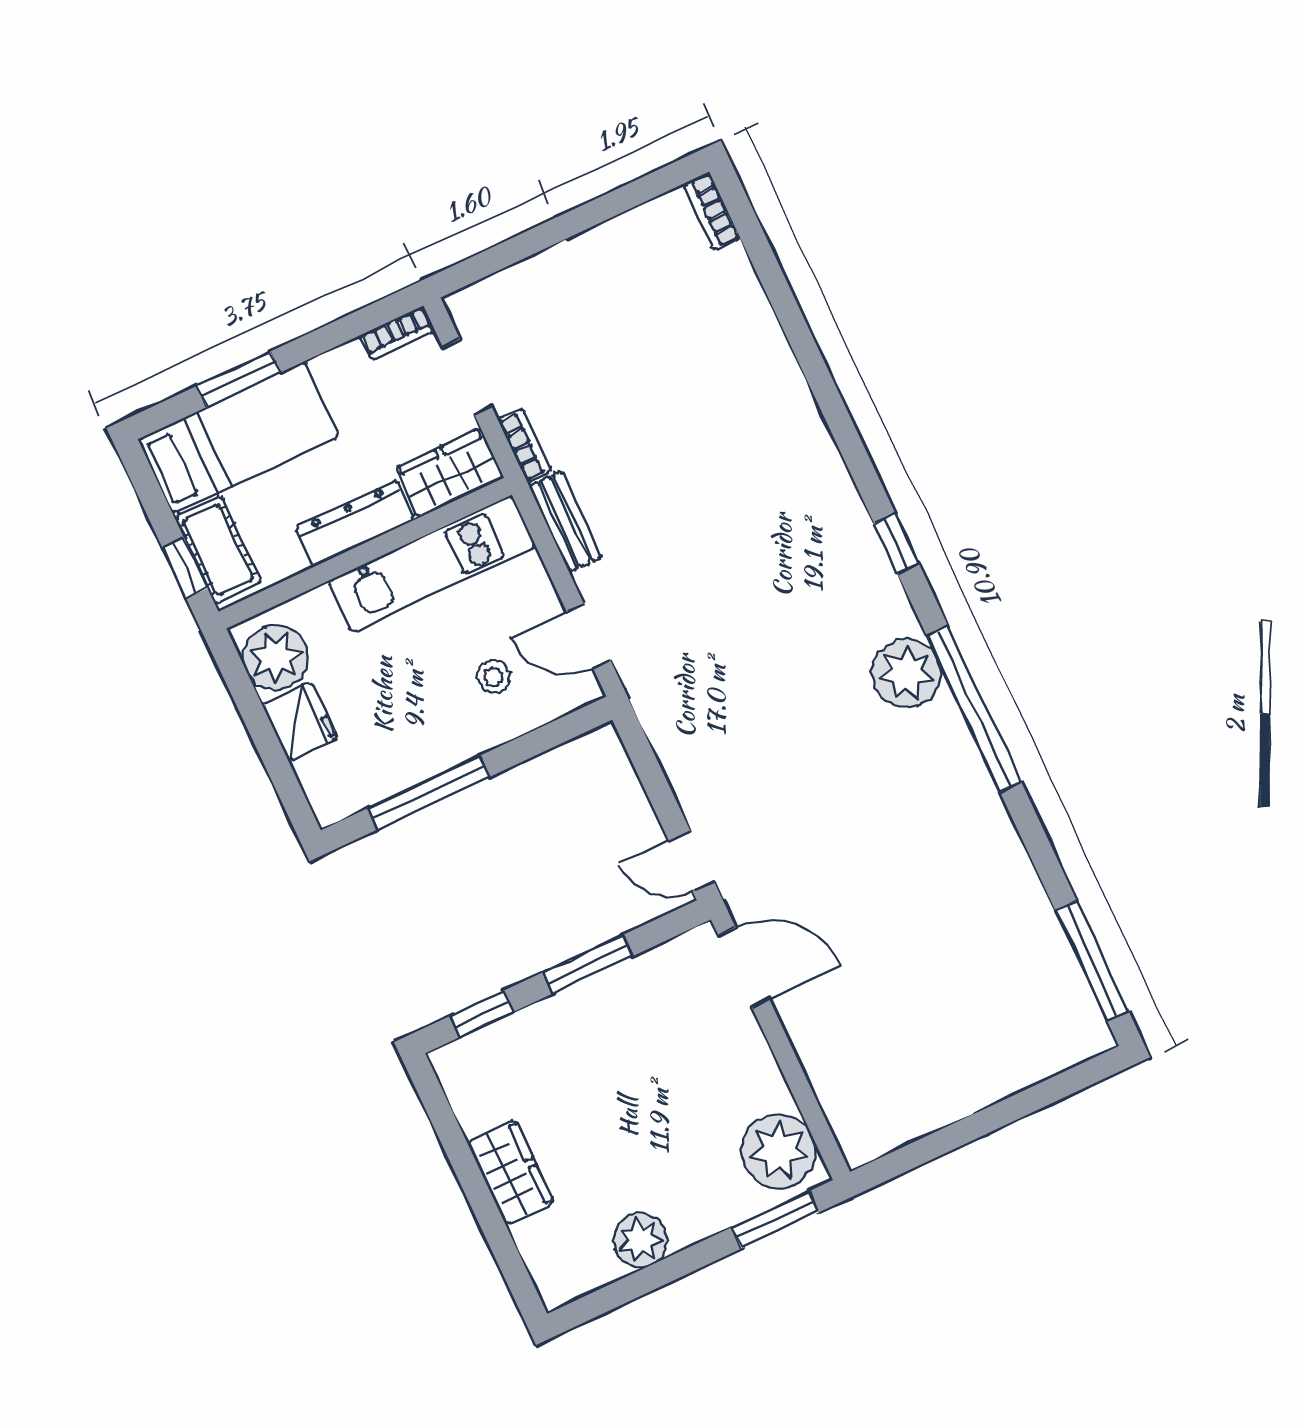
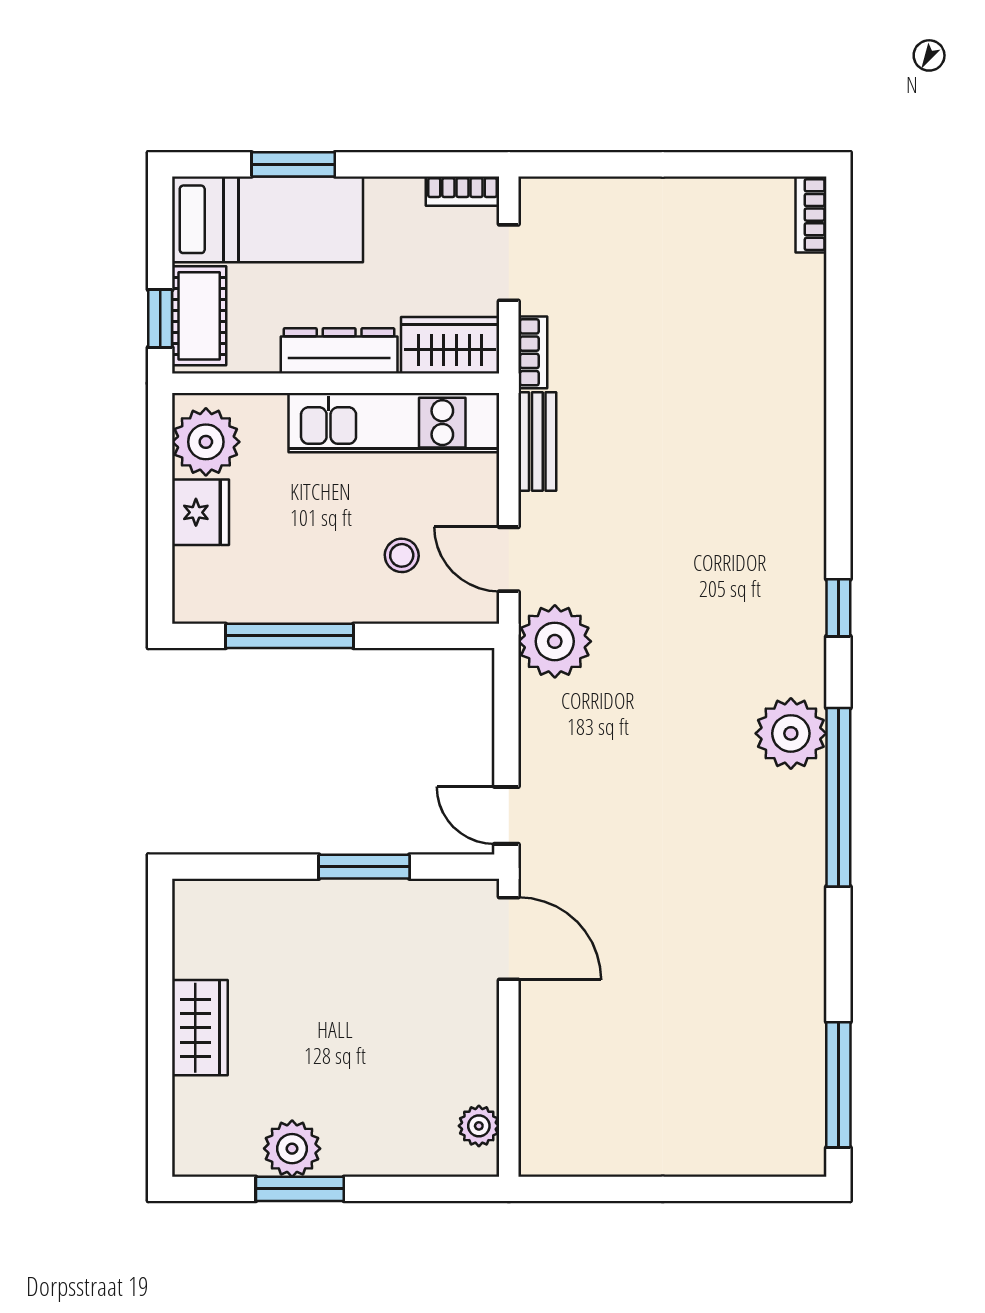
plant: (662, 689) -> (555, 641), added
window: (482, 1014) -> (243, 867), removed
plant: (779, 1151) -> (479, 1126), width x0.53, depth x0.53
window: (775, 1220) -> (300, 1189), moved

